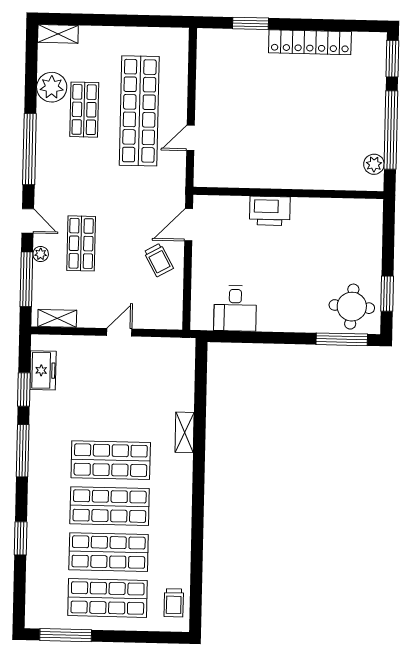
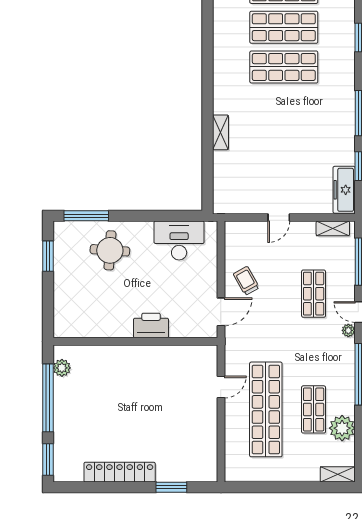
plant: (41, 254) -> (348, 330), moved
round table: (352, 307) -> (110, 250), moved
desk: (235, 308) -> (179, 240), width x1.37
freezer: (43, 370) -> (344, 190), width x1.40
shop shelf: (111, 460) -> (284, 107), removed

